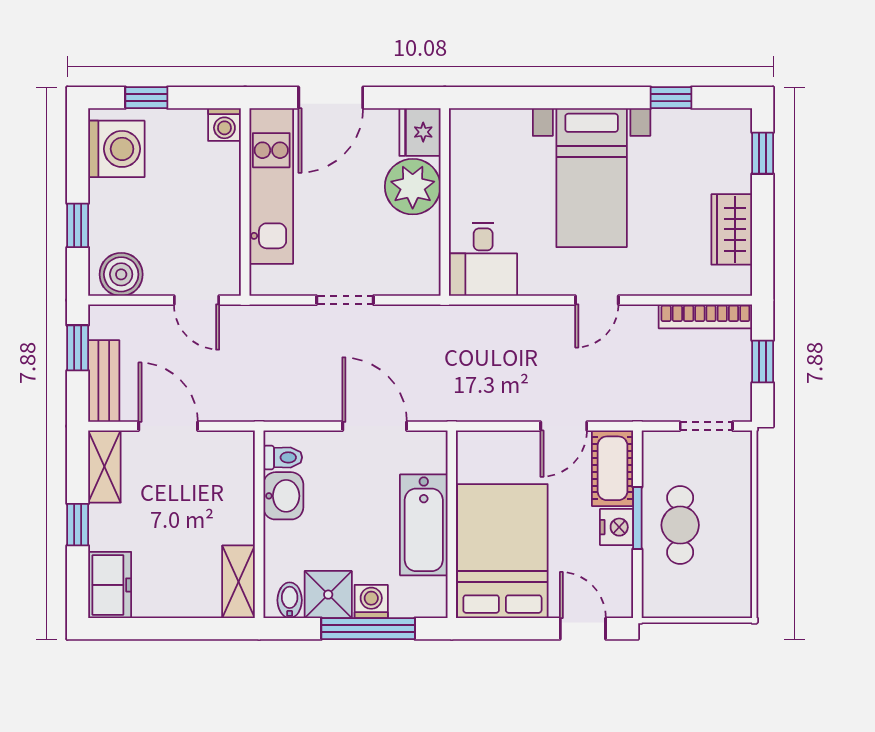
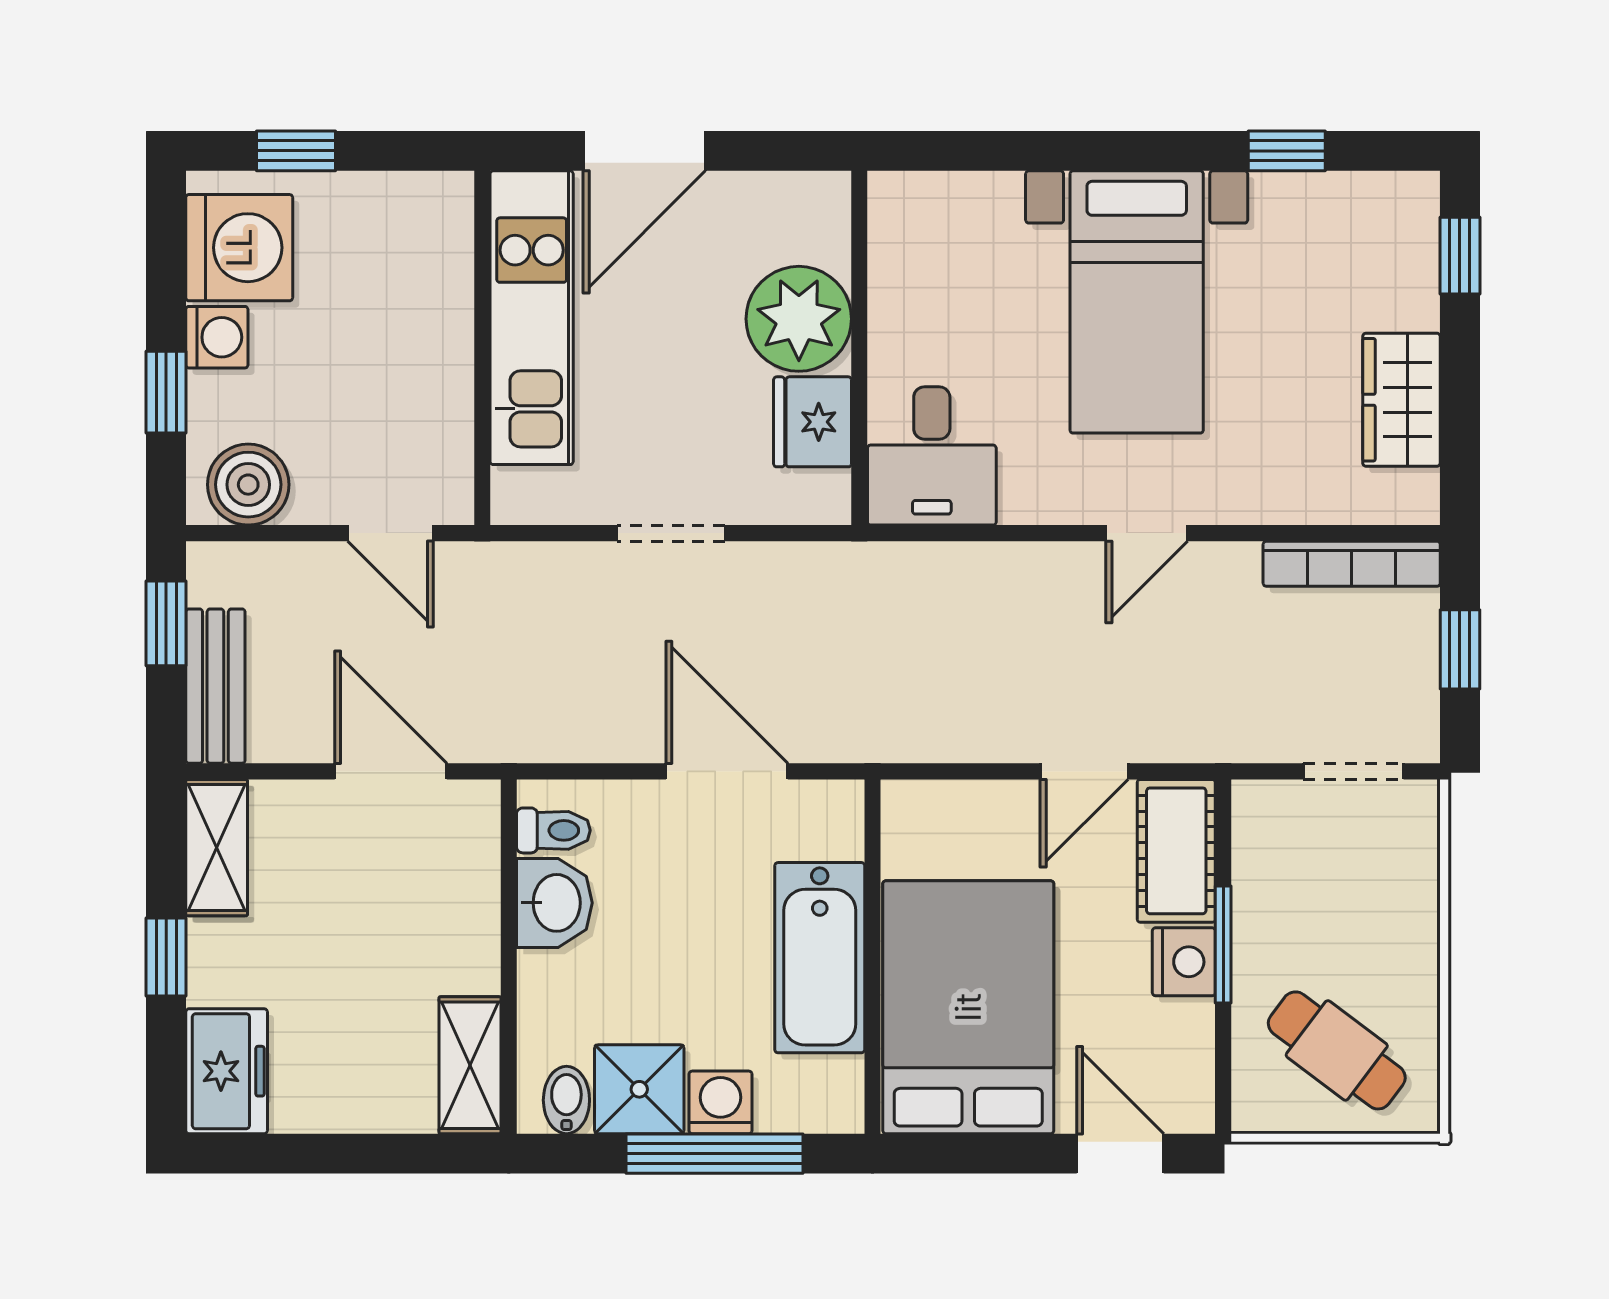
washing machine: (224, 125) -> (217, 337), moved, turned -90
fridge: (420, 132) -> (813, 422), moved
door: (168, 426) -> (391, 771), moved
cafe table: (680, 525) -> (1337, 1050), moved, turned -53

